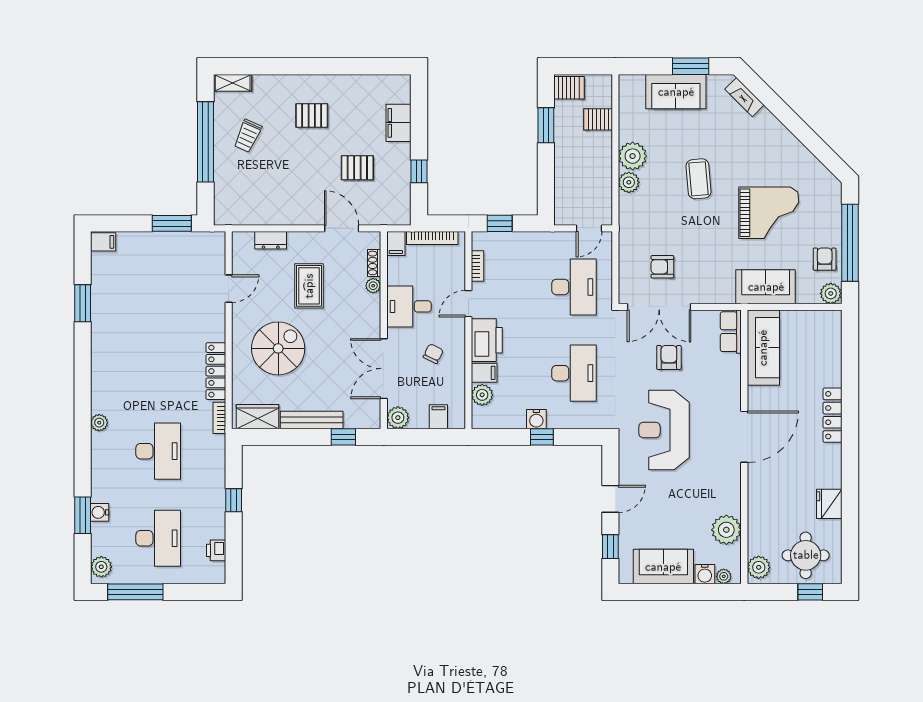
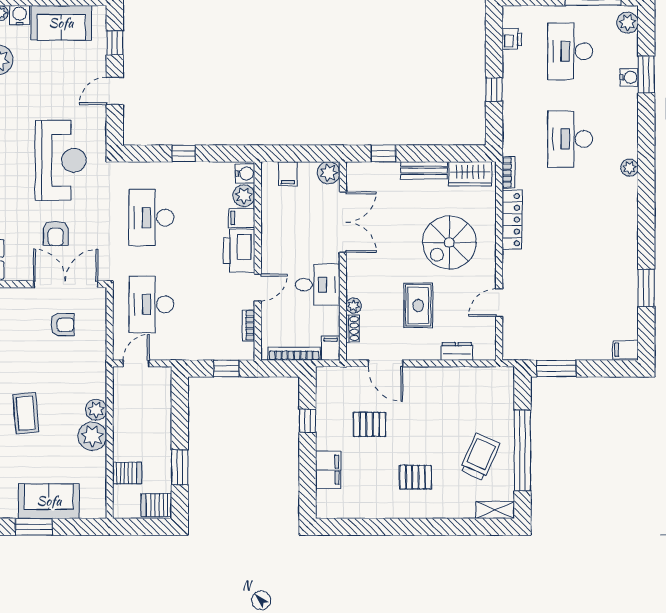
trolley: (248, 136) -> (480, 457), width x1.36, depth x1.39
chair: (433, 354) -> (293, 237), removed
water cooler: (536, 419) -> (245, 174), moved, turned 90
bench: (312, 420) -> (424, 170), width x0.73

